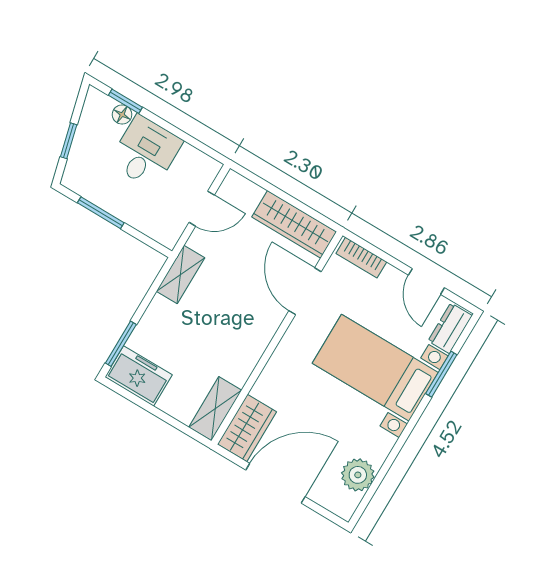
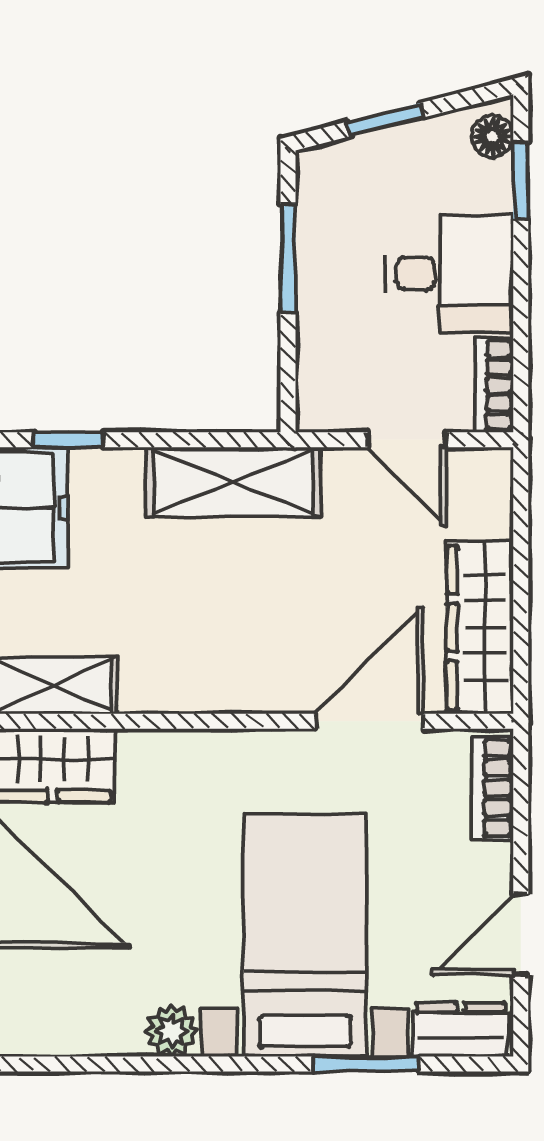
floor lamp: (122, 115) -> (492, 137), moved
bookcase: (201, 161) -> (494, 385), added
shelving: (180, 274) -> (233, 482), width x1.50, depth x1.33
window: (121, 344) -> (69, 440), width x0.67
plant: (358, 475) -> (172, 1031), moved, width x0.73, depth x0.73

